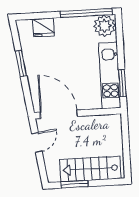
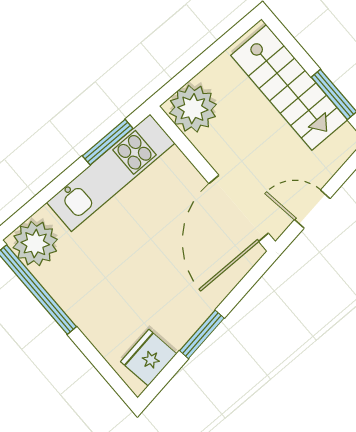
fridge: (43, 27) -> (149, 358), moved, turned -98
plant: (110, 126) -> (193, 109), added

